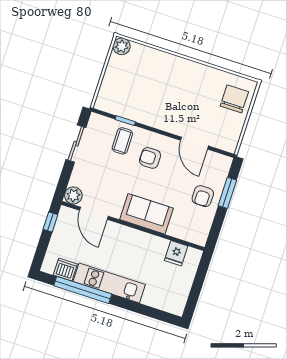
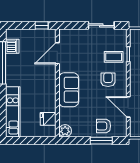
door: (194, 143) -> (128, 107), hinge flipped
plant: (73, 195) -> (65, 131), moved
armchair: (203, 196) -> (104, 126), moved
kitchen unit: (109, 283) -> (13, 112), moved

